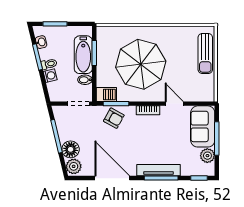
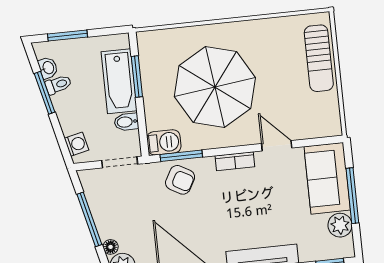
toilet: (49, 64) -> (58, 85), moved
washing machine: (50, 76) -> (77, 144), moved
floor lamp: (71, 149) -> (111, 247), width x0.53, depth x0.53

